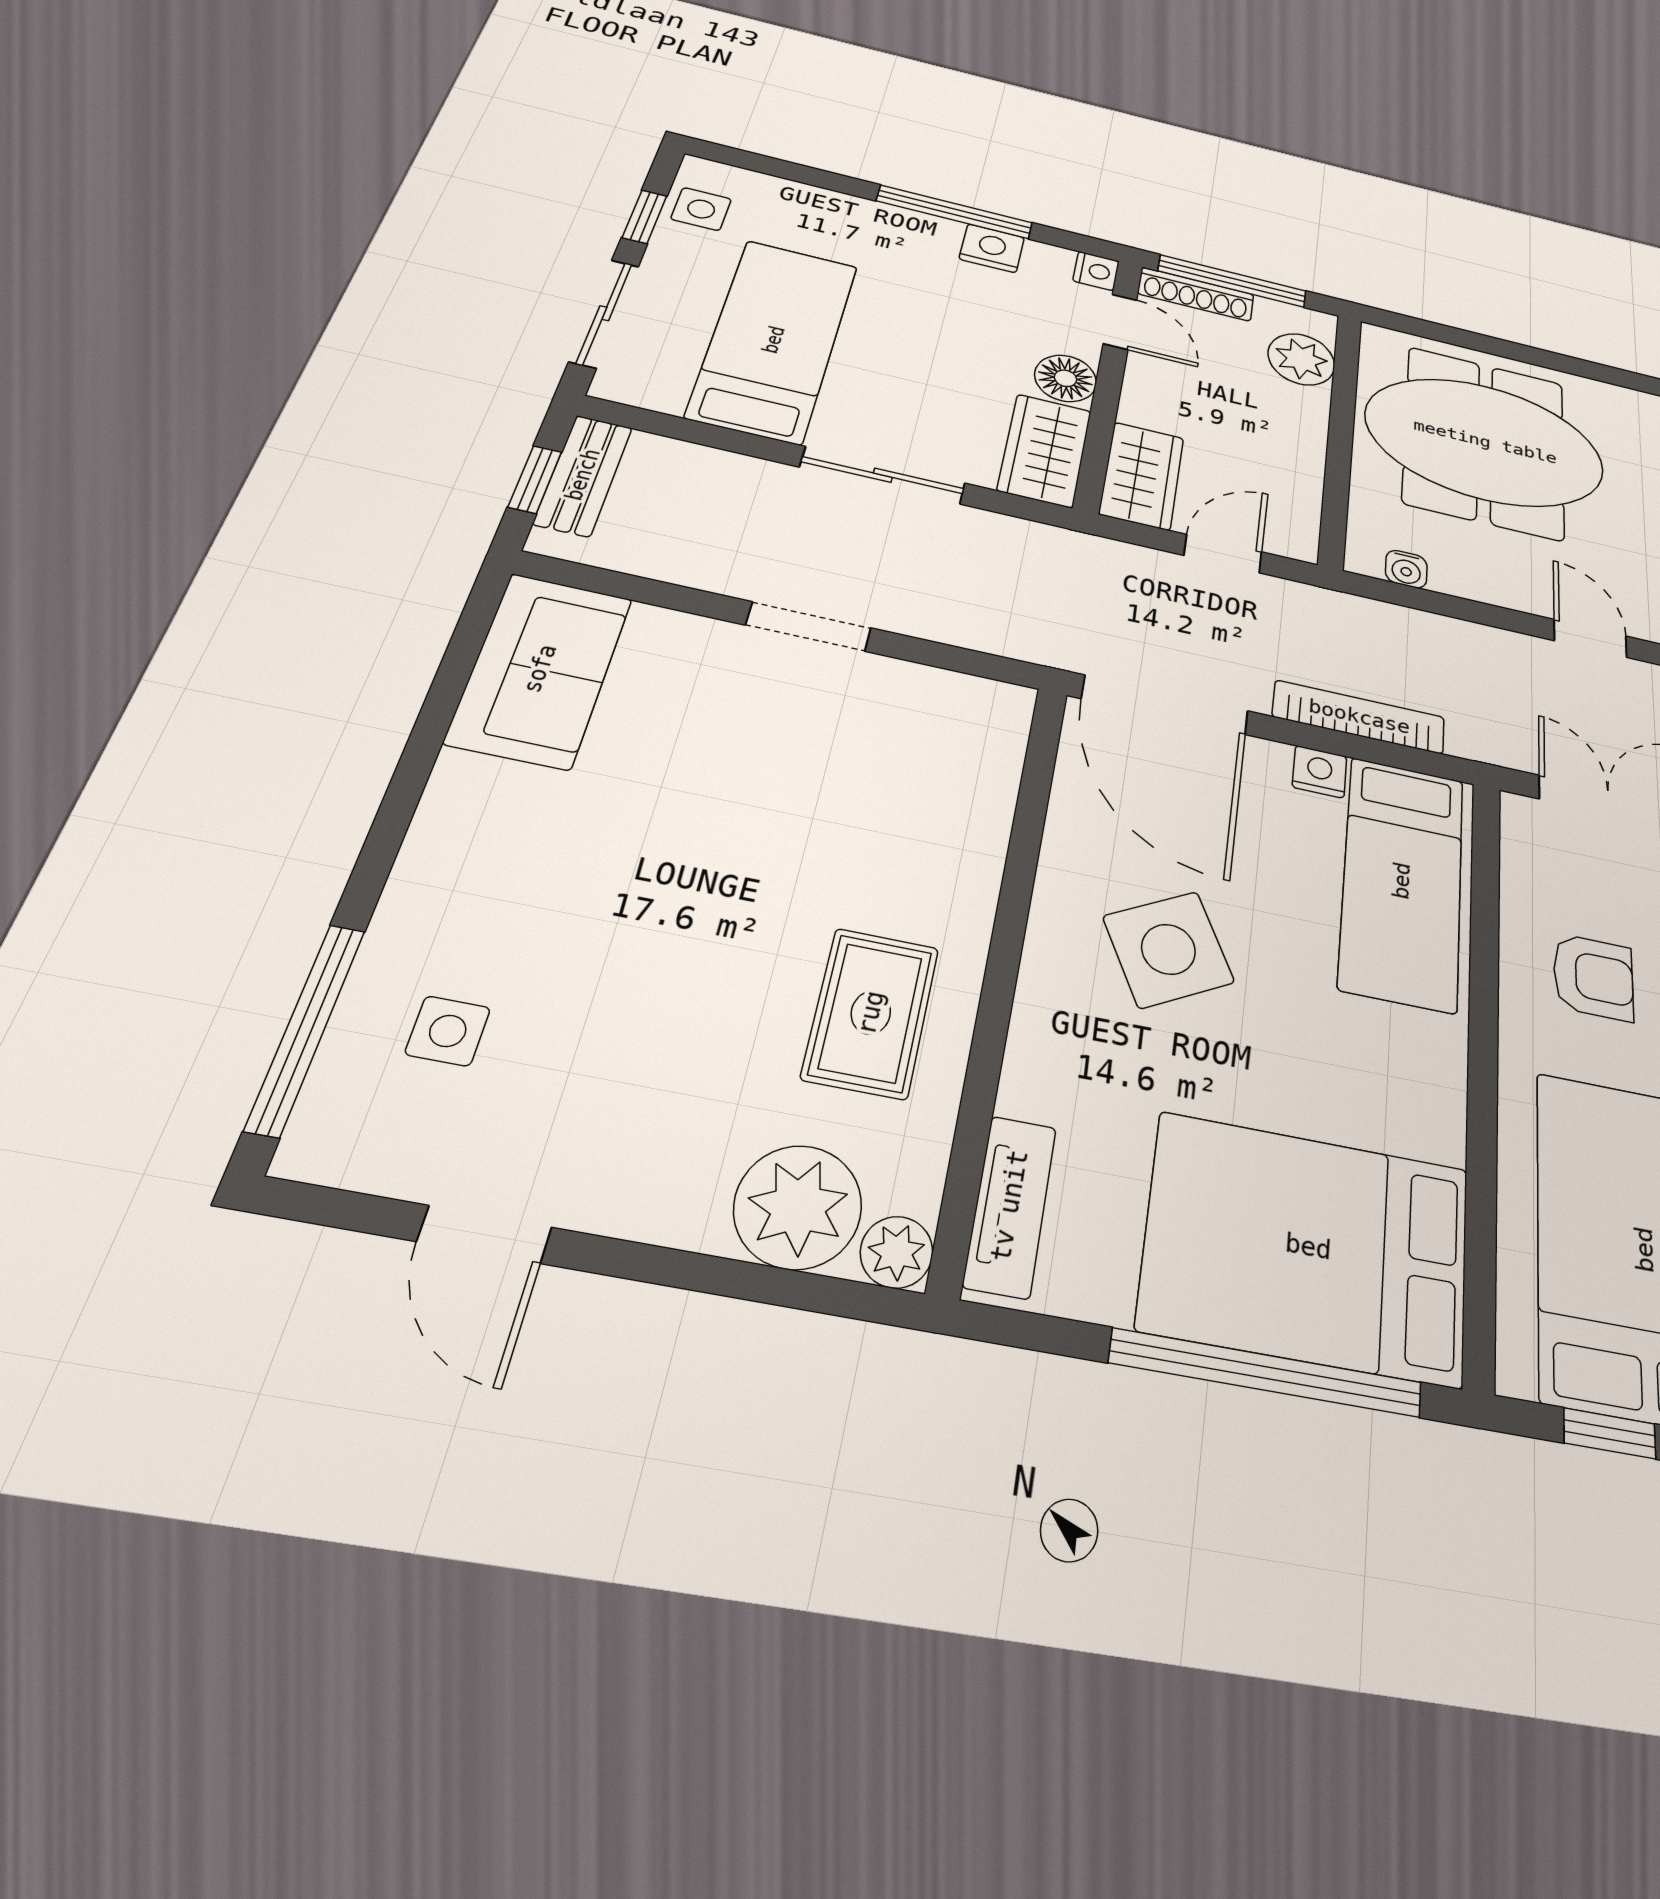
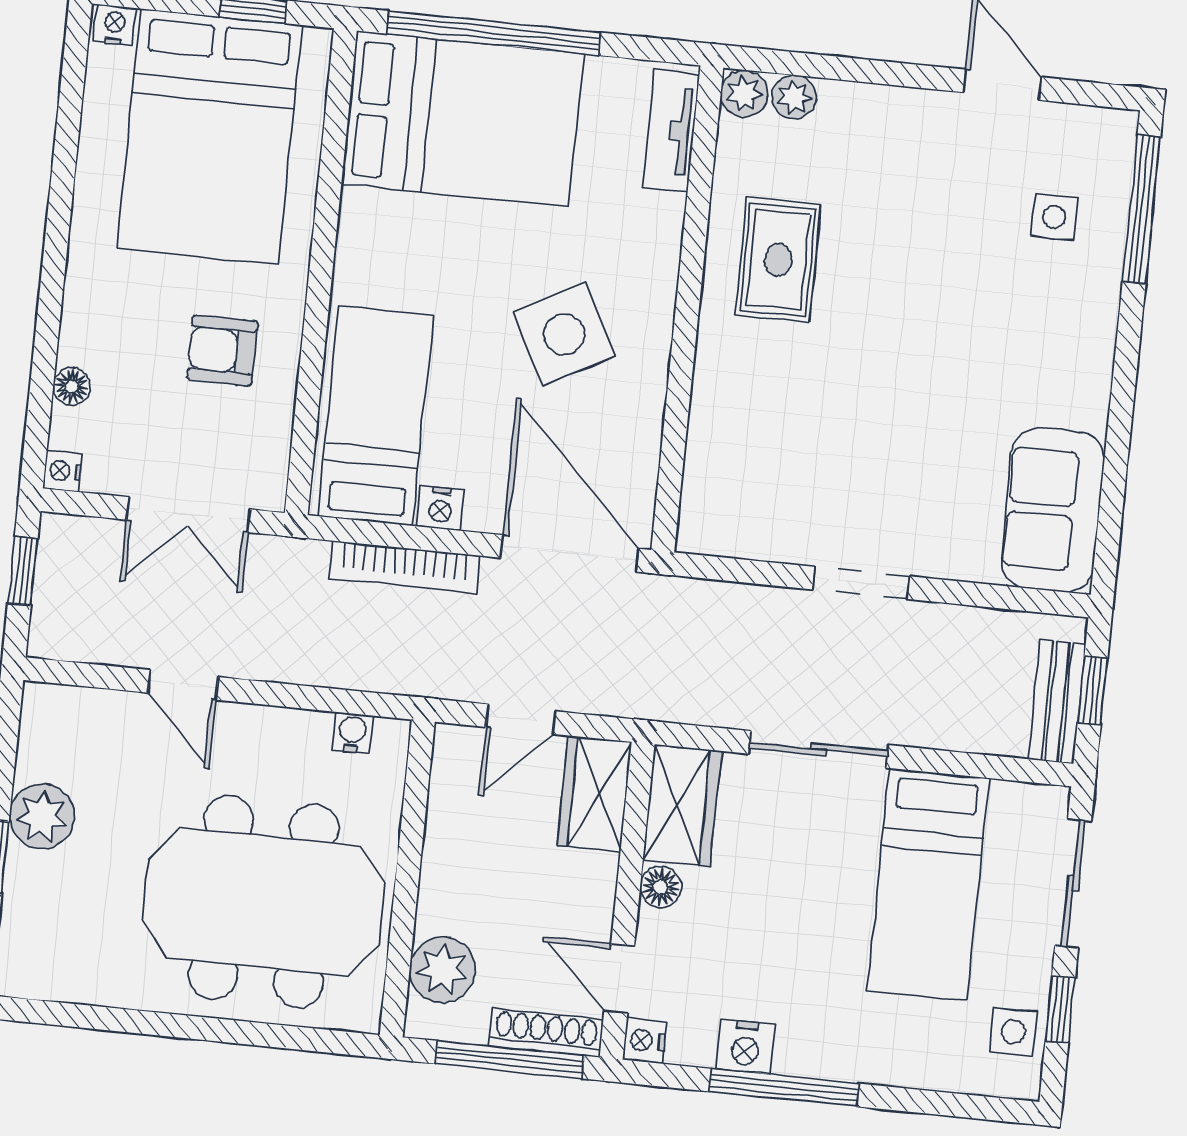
floor lamp: (1065, 378) -> (661, 887), width x0.73, depth x0.73
plant: (798, 1207) -> (794, 97), width x0.53, depth x0.53

